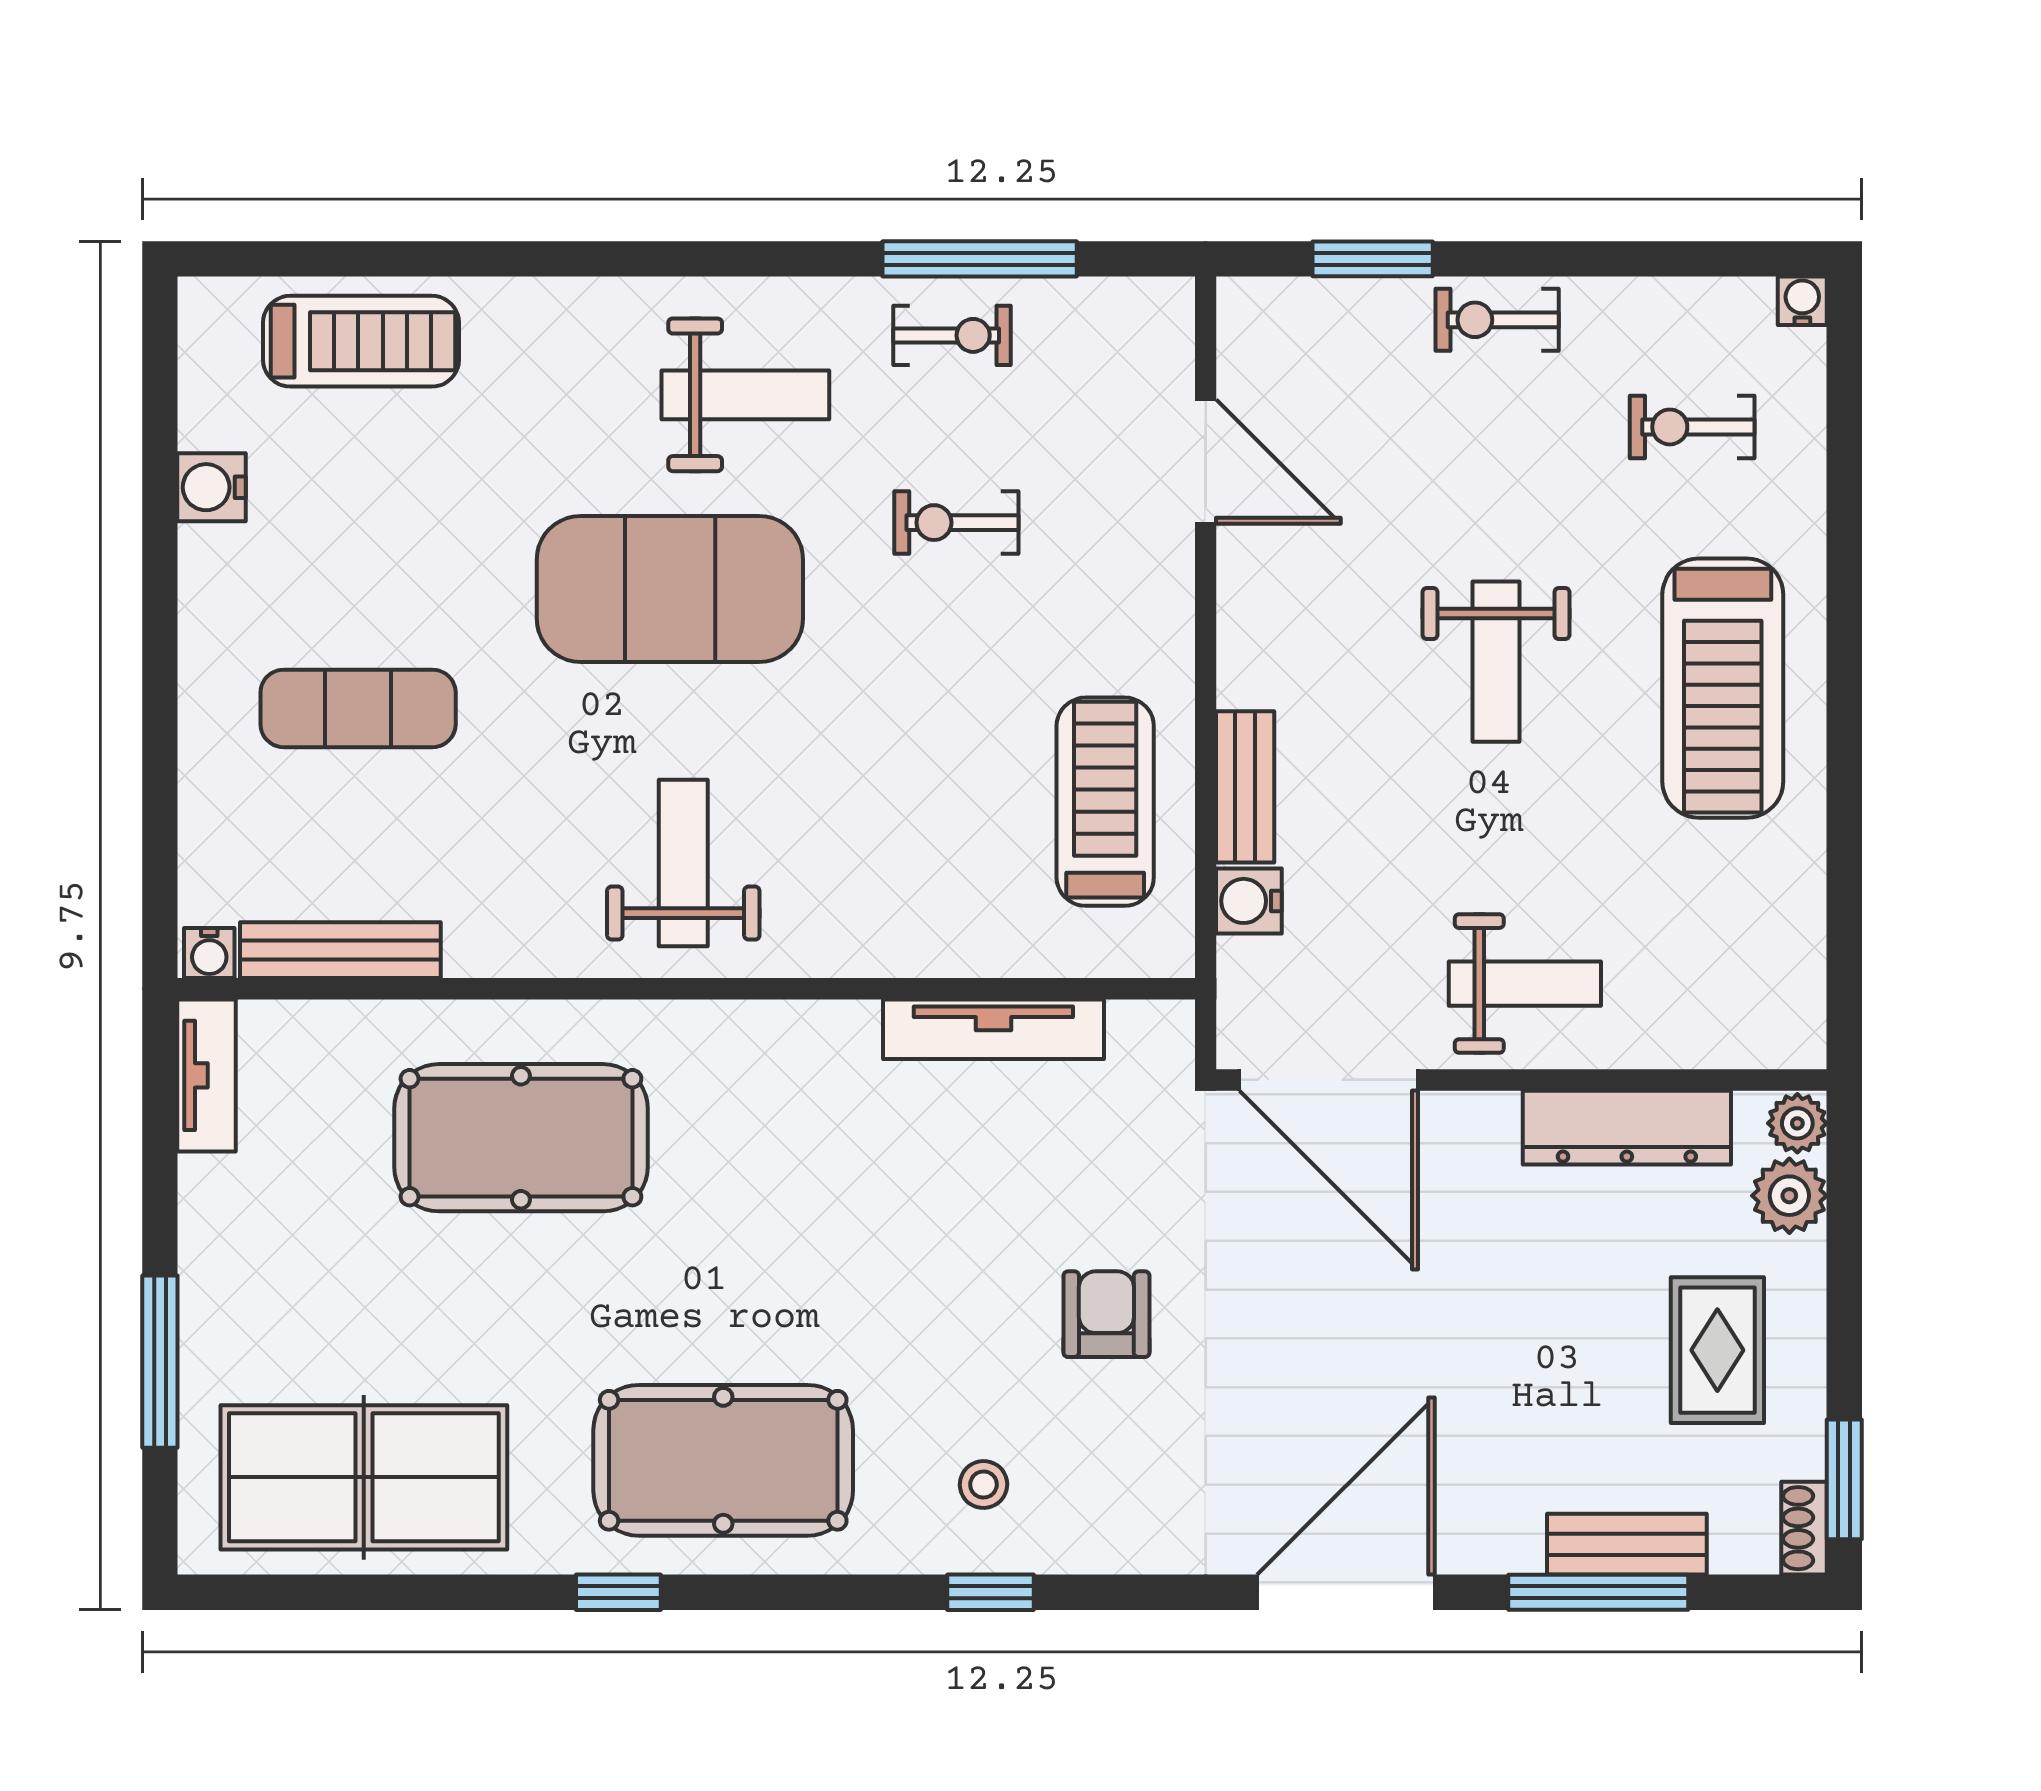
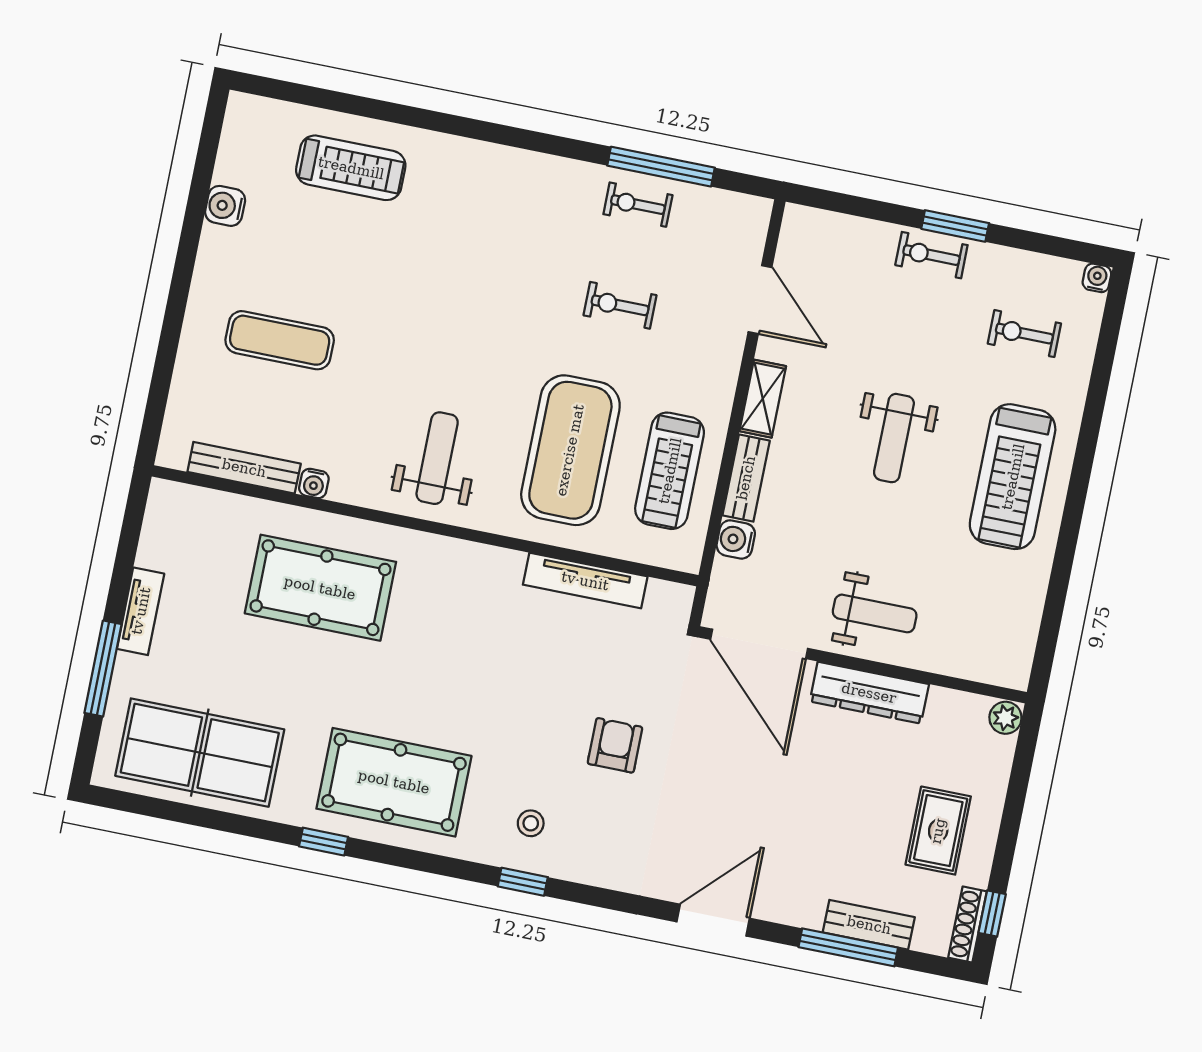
window: (1373, 259) -> (955, 226), moved
exercise bike: (952, 335) -> (638, 205), turned 180
treadmill: (361, 341) -> (351, 168), moved
weight bench: (745, 395) -> (521, 214), removed
exercise mat: (670, 589) -> (570, 450), moved, turned 90
shelving: (1246, 639) -> (763, 399), added
treadmill: (1105, 802) -> (670, 471), turned 180
water cooler: (209, 953) -> (314, 483), moved
tv unit: (207, 1075) -> (141, 611), moved
dresser: (1627, 1128) -> (869, 693), moved
plant: (1789, 1196) -> (993, 756), removed
window: (1844, 1479) -> (992, 913), width x0.67
shoe rack: (1804, 1528) -> (968, 925), width x1.43
door: (1346, 1592) -> (713, 920), width x0.73

